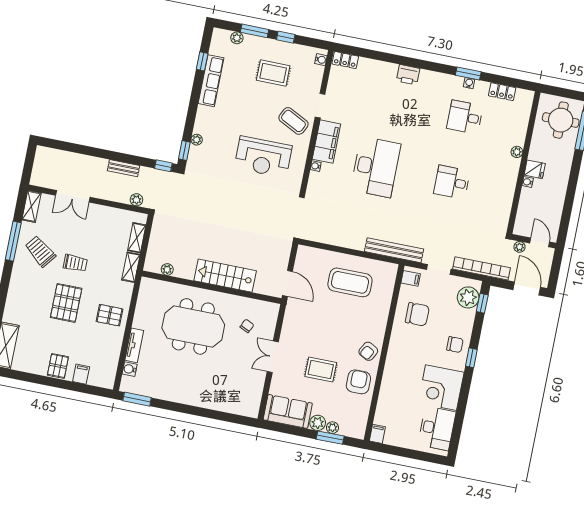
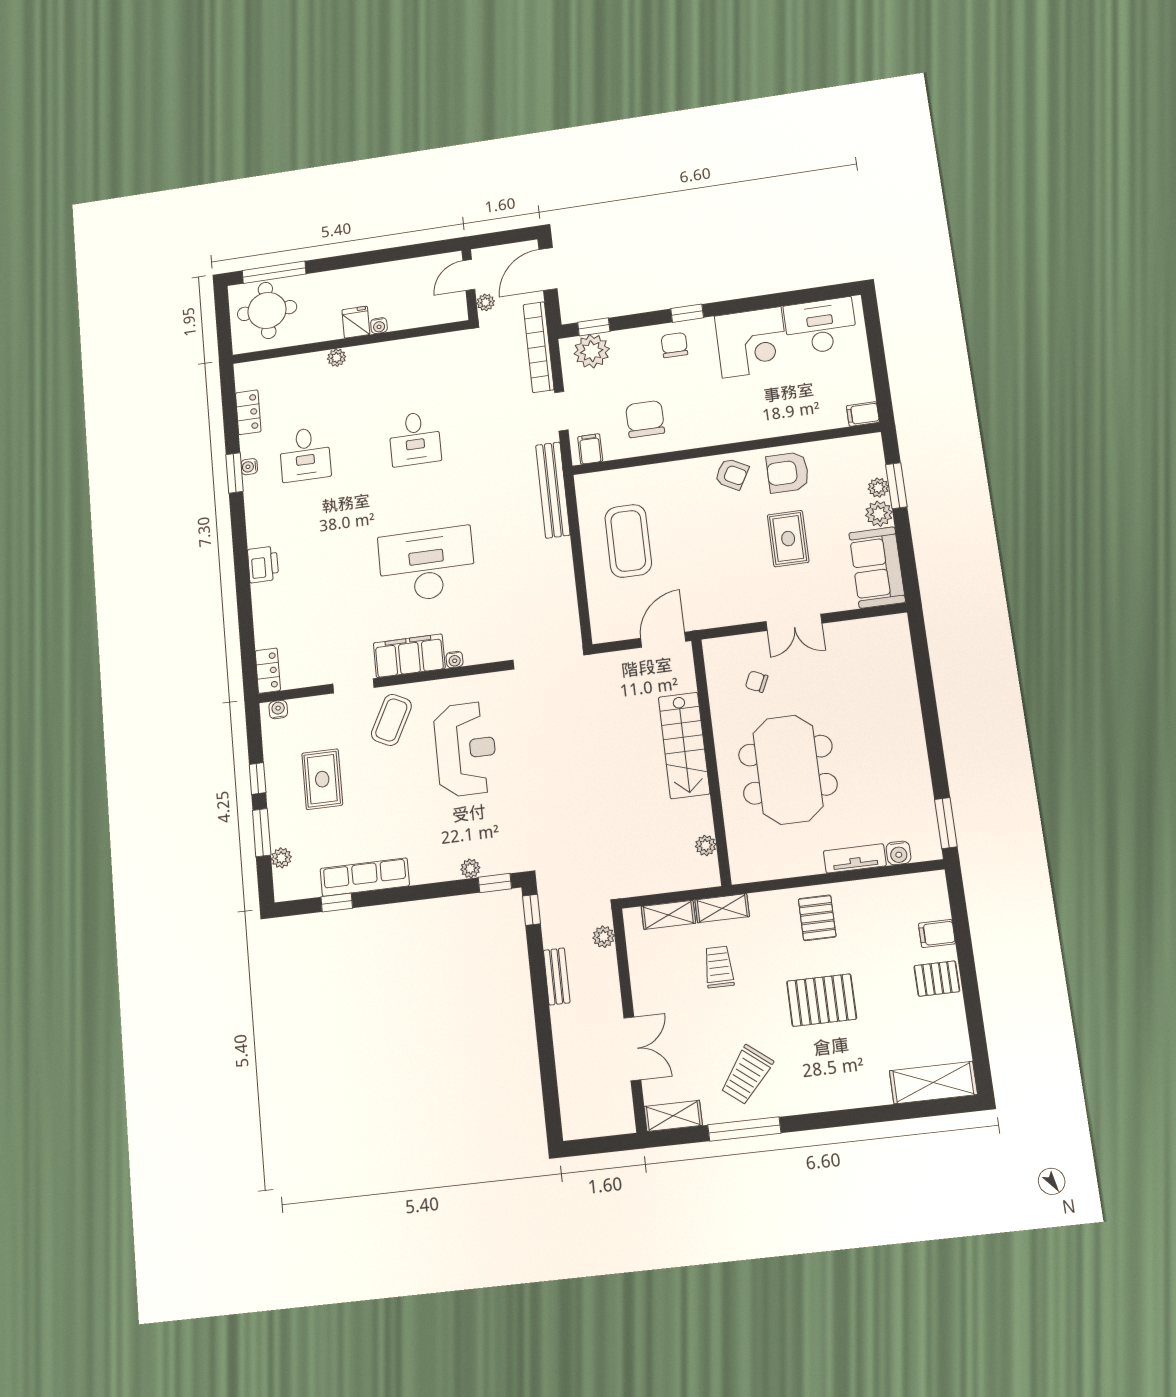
trolley: (75, 263) -> (719, 967), moved

